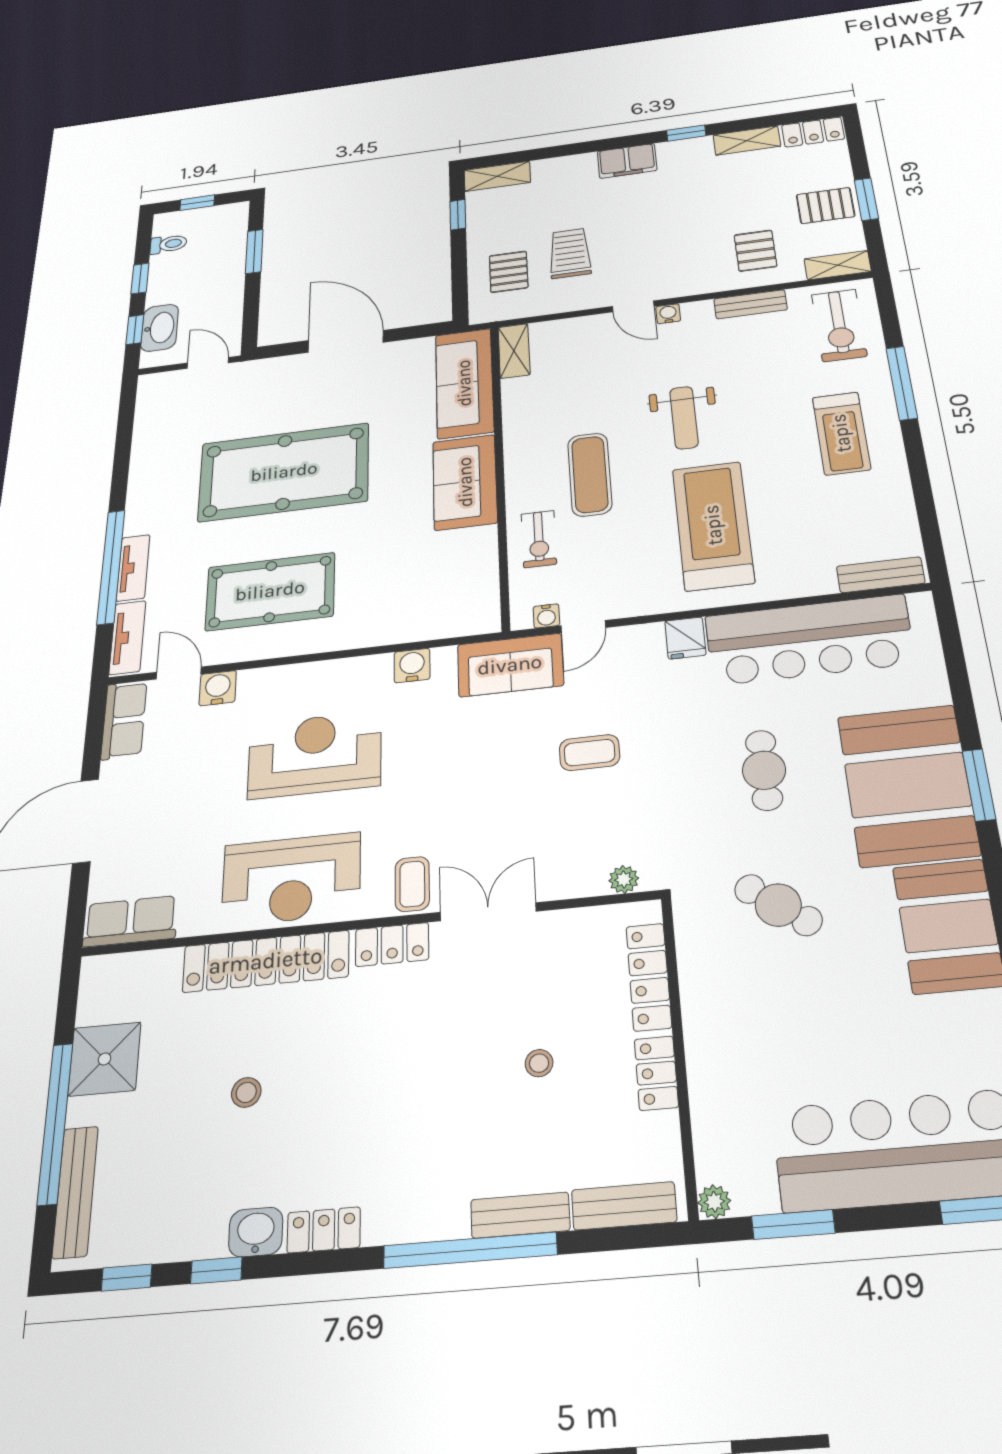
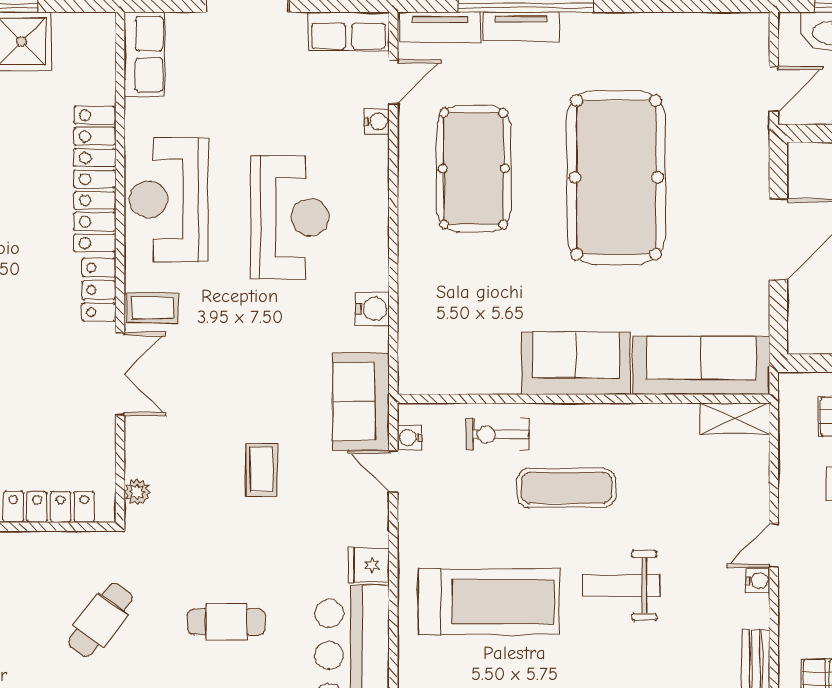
water cooler: (218, 688) -> (377, 122), width x0.72, depth x0.72

